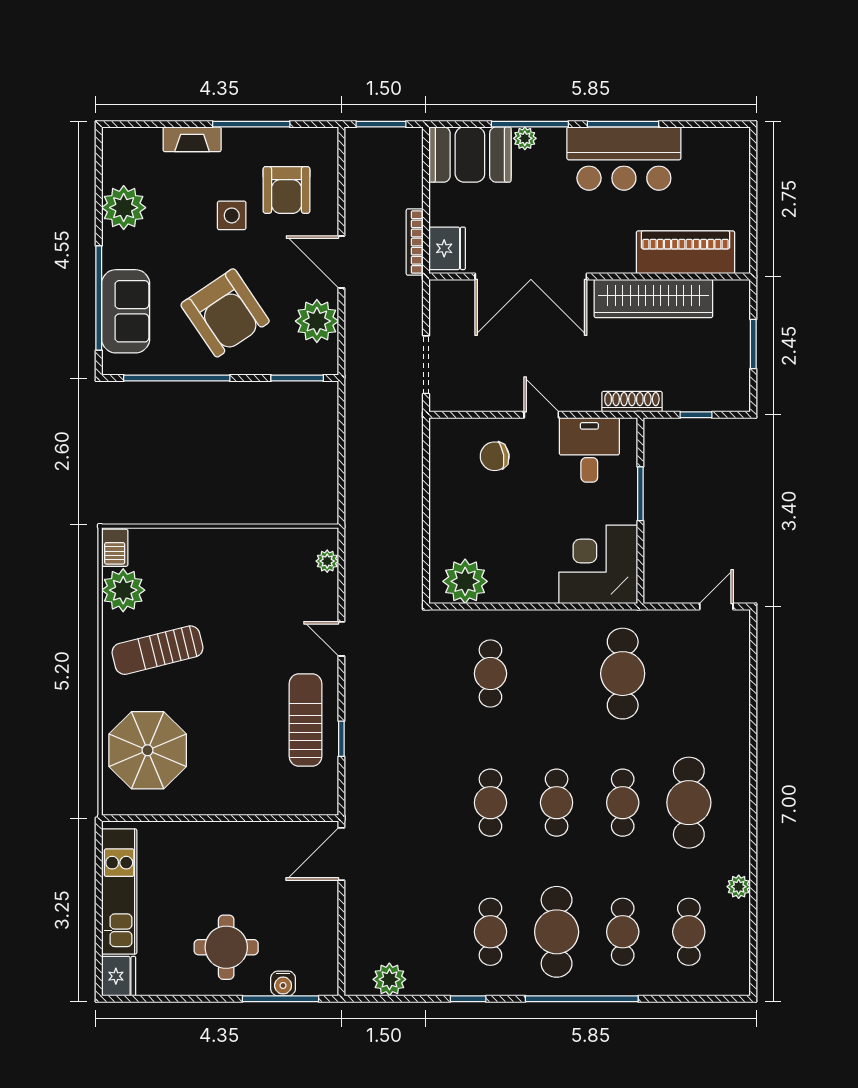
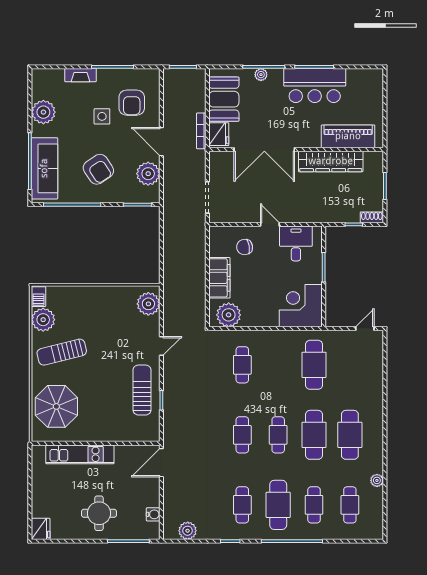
booth: (470, 155) -> (224, 99), moved, turned 90
sofa: (126, 311) -> (44, 168), width x1.36
armchair: (225, 313) -> (98, 169), width x0.73, depth x0.73
shoe rack: (632, 402) -> (372, 217), moved, width x0.70
filing cabinet: (448, 513) -> (219, 278), added
plant: (327, 561) -> (148, 304), width x1.87, depth x1.87
door: (341, 639) -> (161, 346), swing flipped
cafe table: (623, 803) -> (314, 435), width x1.37, depth x1.35
kitchen unit: (119, 891) -> (80, 454), moved, turned 90
water cooler: (283, 984) -> (153, 514), moved, turned -90

